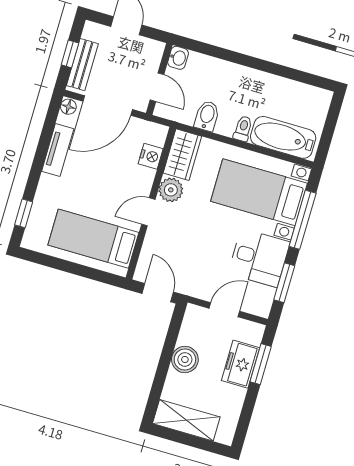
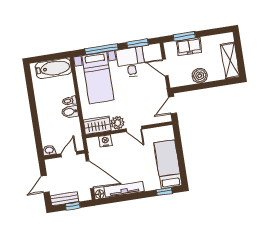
bench: (82, 65) -> (64, 199), moved
bidet: (207, 116) -> (70, 112), moved
bathtub: (283, 137) -> (53, 68), moved, turned -90
tv unit: (58, 150) -> (124, 189), width x1.41
bed: (93, 239) -> (168, 164), moved, turned 180

